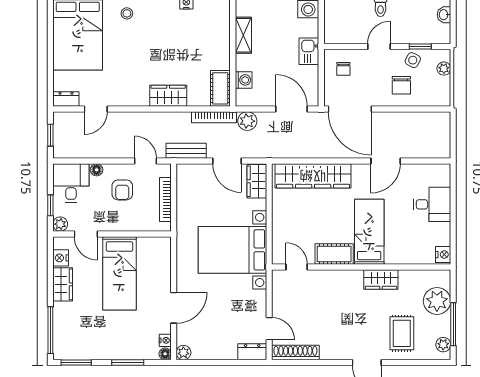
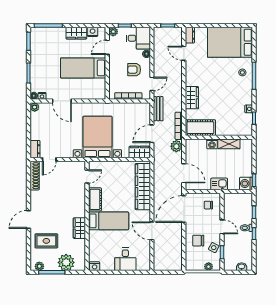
washing machine: (244, 80) -> (212, 144), moved
cot: (220, 88) -> (200, 128), width x1.37, depth x1.34
door: (291, 109) -> (184, 173), hinge flipped

